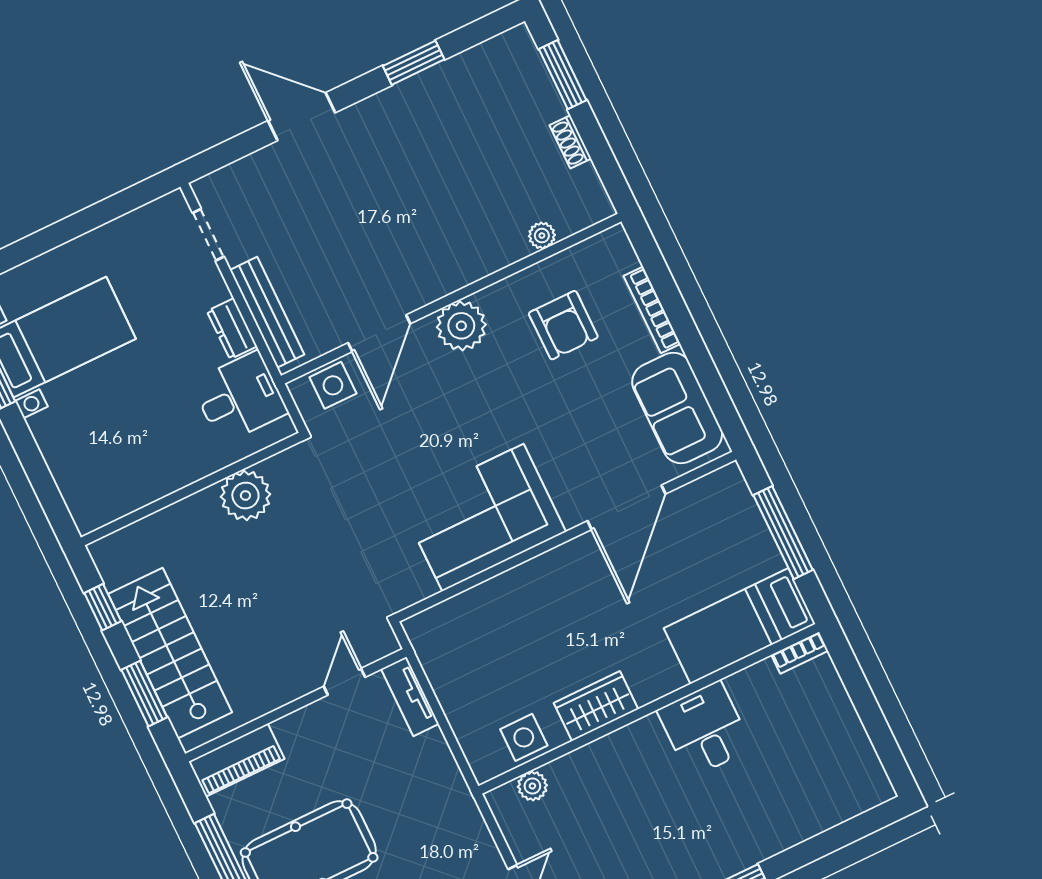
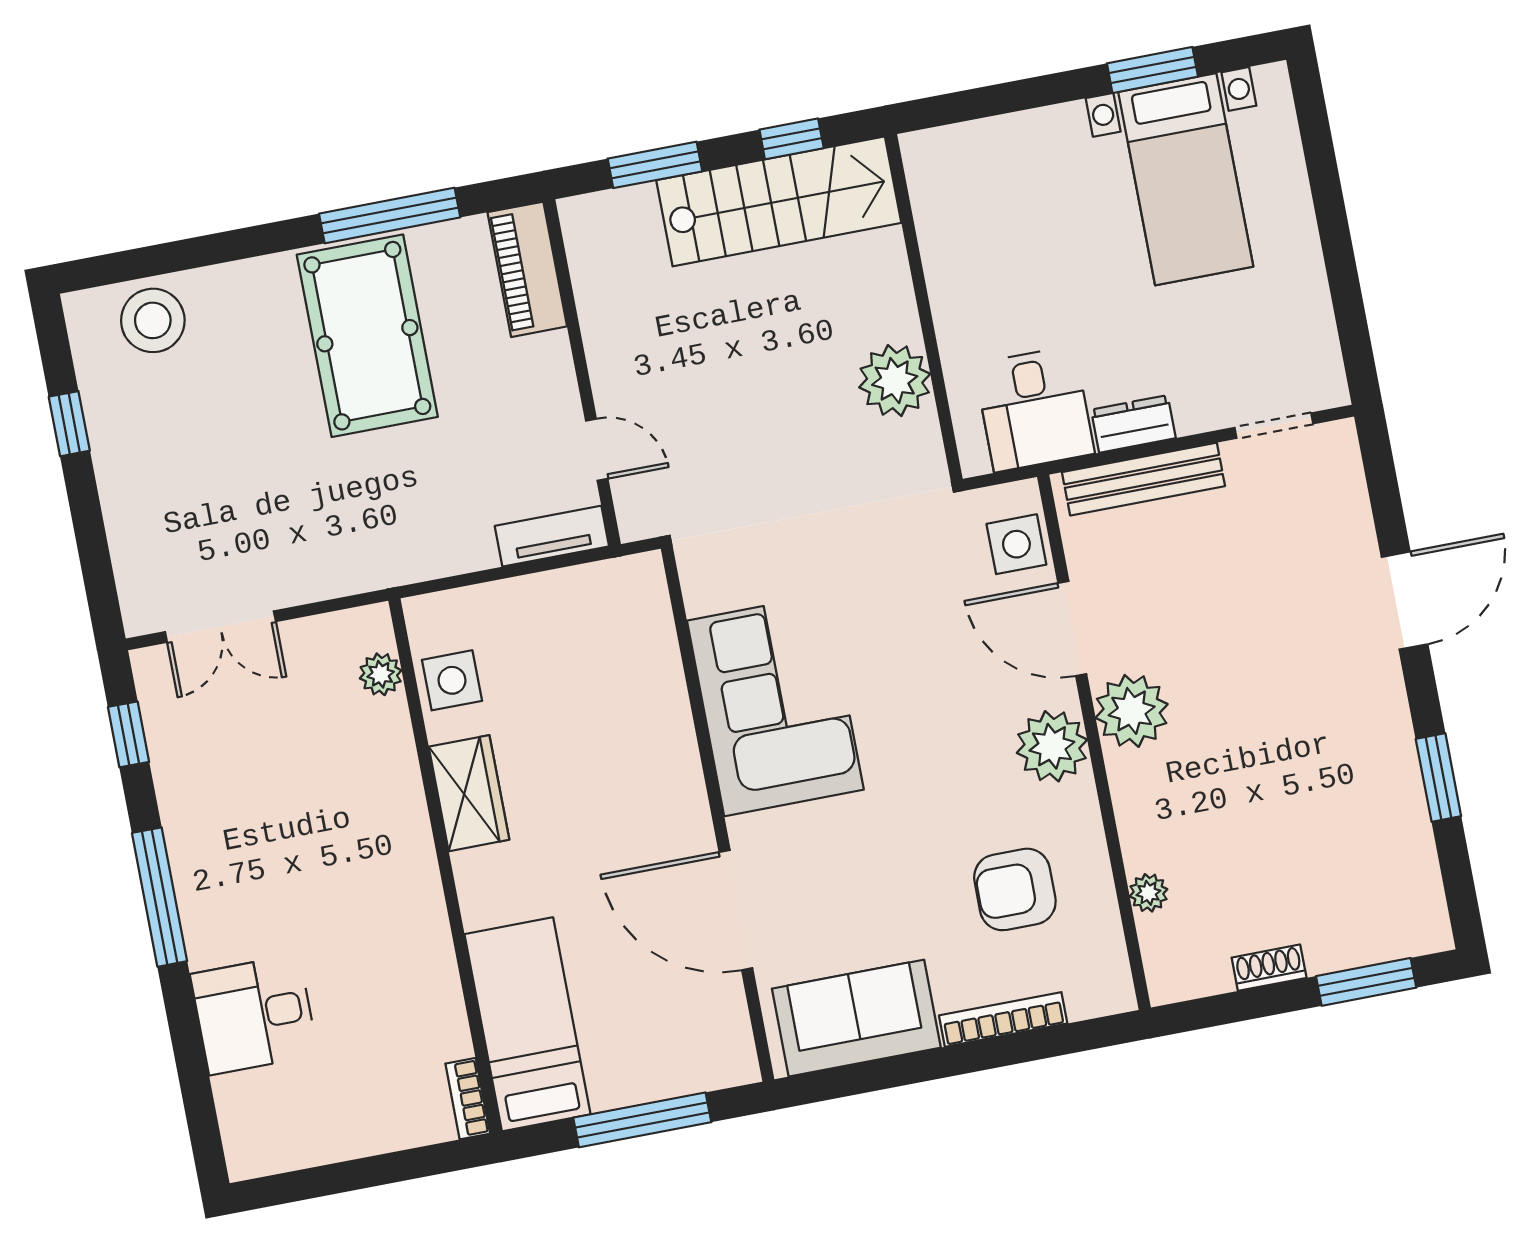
plant: (424, 279) -> (1132, 711), added
stairs: (170, 653) -> (779, 201), moved
desk: (705, 729) -> (254, 1015), moved, turned 180

